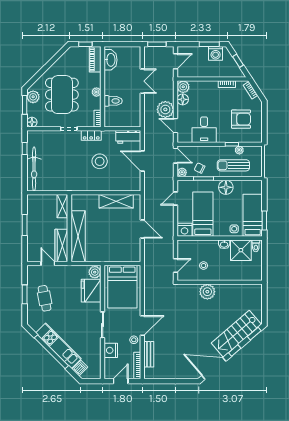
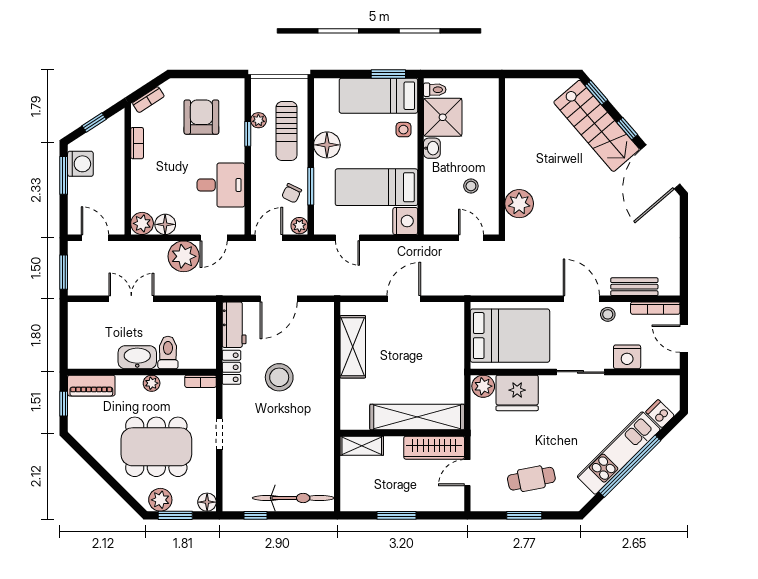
washbasin: (111, 60) -> (137, 357), moved
locker: (91, 135) -> (231, 367), moved
plant: (207, 292) -> (519, 204), moved

